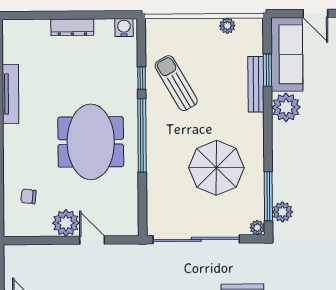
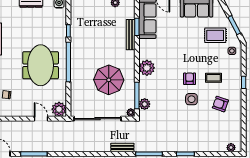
sun lounger: (176, 83) -> (87, 34), removed
plant: (286, 107) -> (147, 68), moved
plant: (66, 223) -> (59, 109), moved

